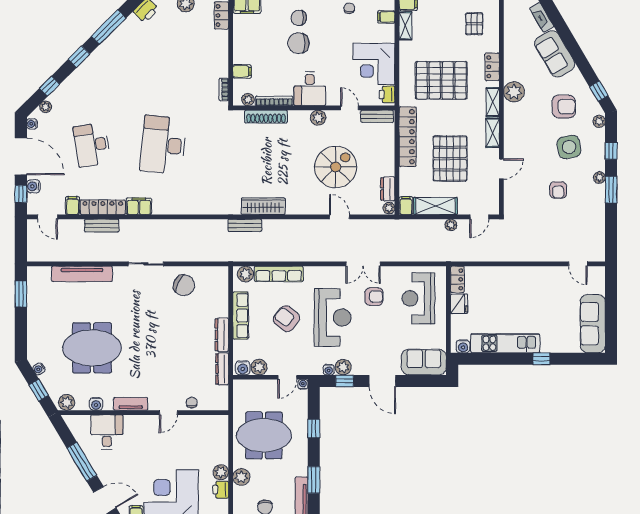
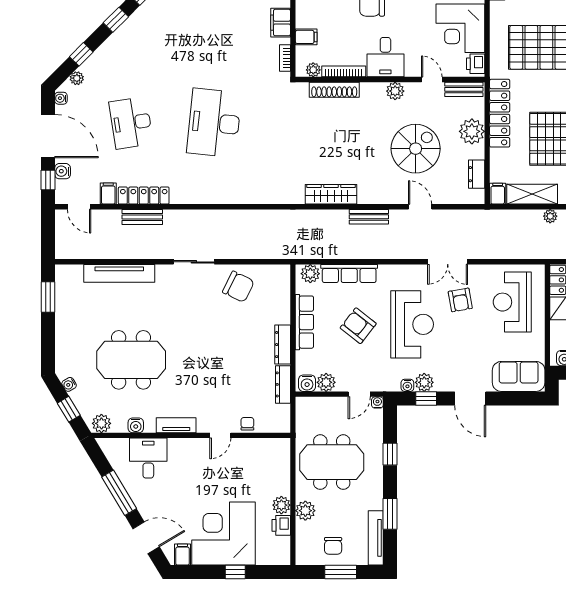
filing cabinet: (139, 206) -> (281, 23), moved, turned -90
plant: (389, 208) -> (472, 131), moved, width x1.87, depth x1.87
bench: (245, 225) -> (369, 217), moved
armchair: (374, 297) -> (460, 300), turned 80

